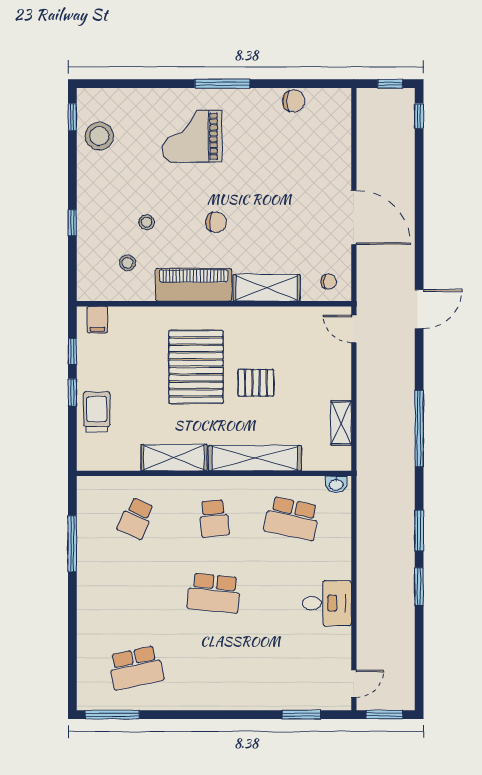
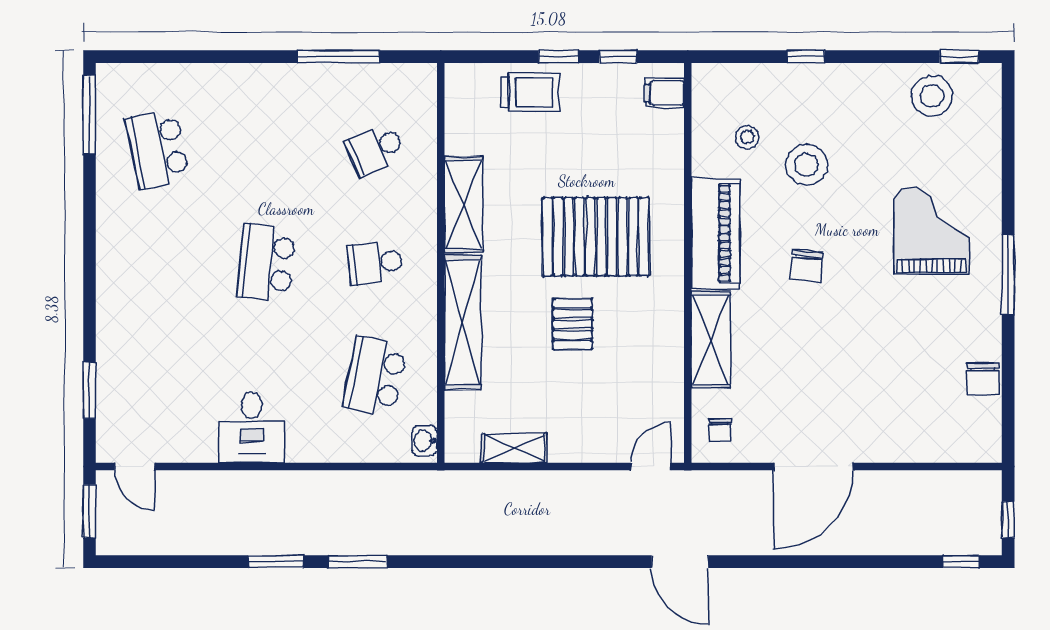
stool: (147, 222) -> (806, 165), width x1.89, depth x1.89
window: (419, 428) -> (506, 562), removed
school desk: (136, 518) -> (375, 149), turned -48

